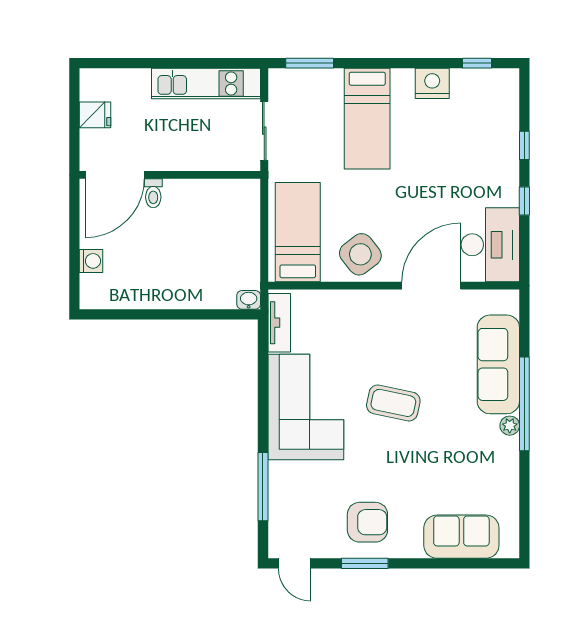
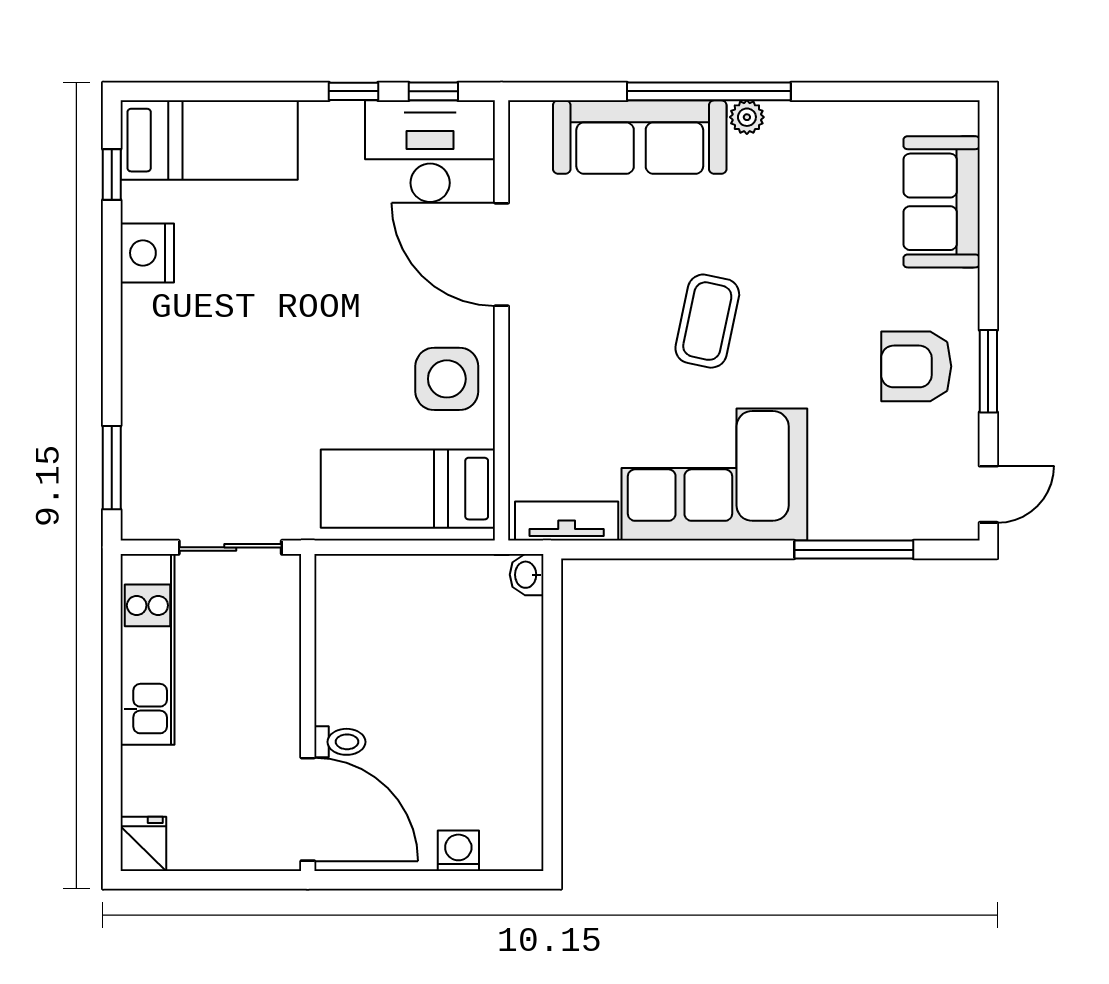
fridge: (95, 115) -> (143, 844), moved
bed: (367, 119) -> (209, 140), moved
window: (524, 145) -> (433, 91), moved
side table: (360, 254) -> (447, 379), turned 38
armchair: (367, 522) -> (916, 366), turned -90

